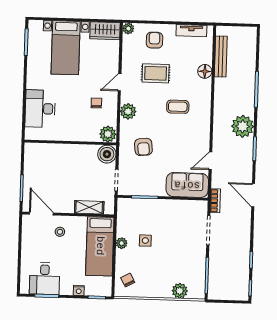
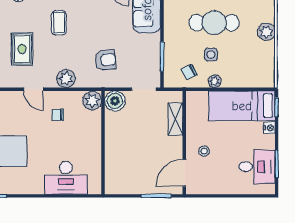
cafe table: (174, 244) -> (214, 23), added
bed: (100, 246) -> (242, 106), moved, turned 180
chair: (128, 280) -> (189, 72), moved
plant: (180, 291) -> (266, 32), moved

